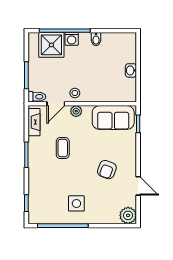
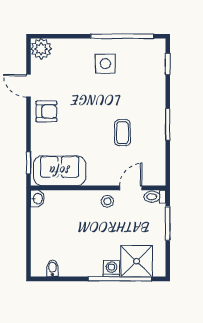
bidet: (96, 39) -> (52, 268), moved
washbasin: (131, 70) -> (38, 199), moved
plant: (76, 111) -> (106, 179), removed
fireplace: (34, 122) -> (158, 165), removed
armchair: (107, 170) -> (46, 111), moved, turned 70

